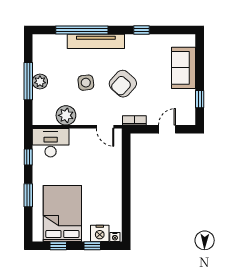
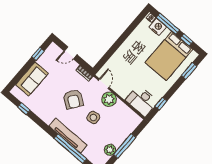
window: (142, 30) -> (24, 109), moved
plant: (40, 81) -> (110, 150), moved
armchair: (123, 84) -> (73, 99), turned 84
plant: (66, 115) -> (109, 99), moved
window: (28, 195) -> (189, 71), moved
window: (92, 246) -> (168, 24), width x2.17

